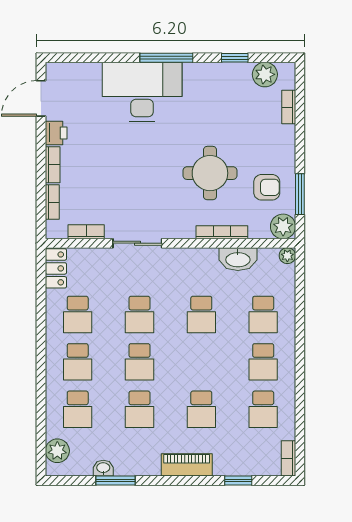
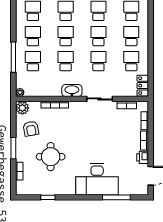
window: (166, 58) -> (116, 197), moved
plant: (265, 74) -> (32, 188), removed
round table: (210, 173) -> (51, 157), moved
armchair: (267, 187) -> (31, 129), turned -100
window: (300, 194) -> (13, 148), moved
washbasin: (238, 259) -> (72, 91), moved
window: (300, 322) -> (13, 57), added
school desk: (201, 362) -> (66, 36), added

